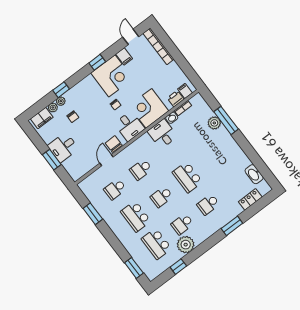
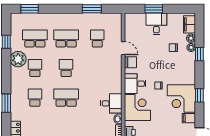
school desk: (141, 169) -> (97, 68), removed

